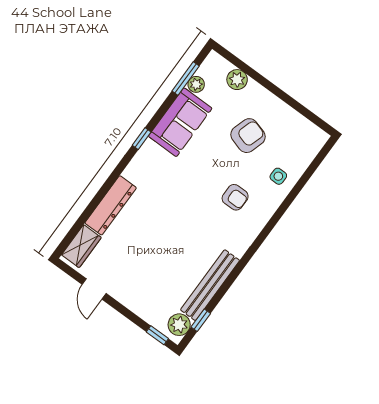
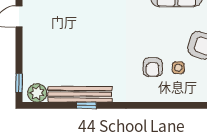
side table: (278, 176) -> (178, 68), moved
window: (201, 320) -> (86, 105), moved

